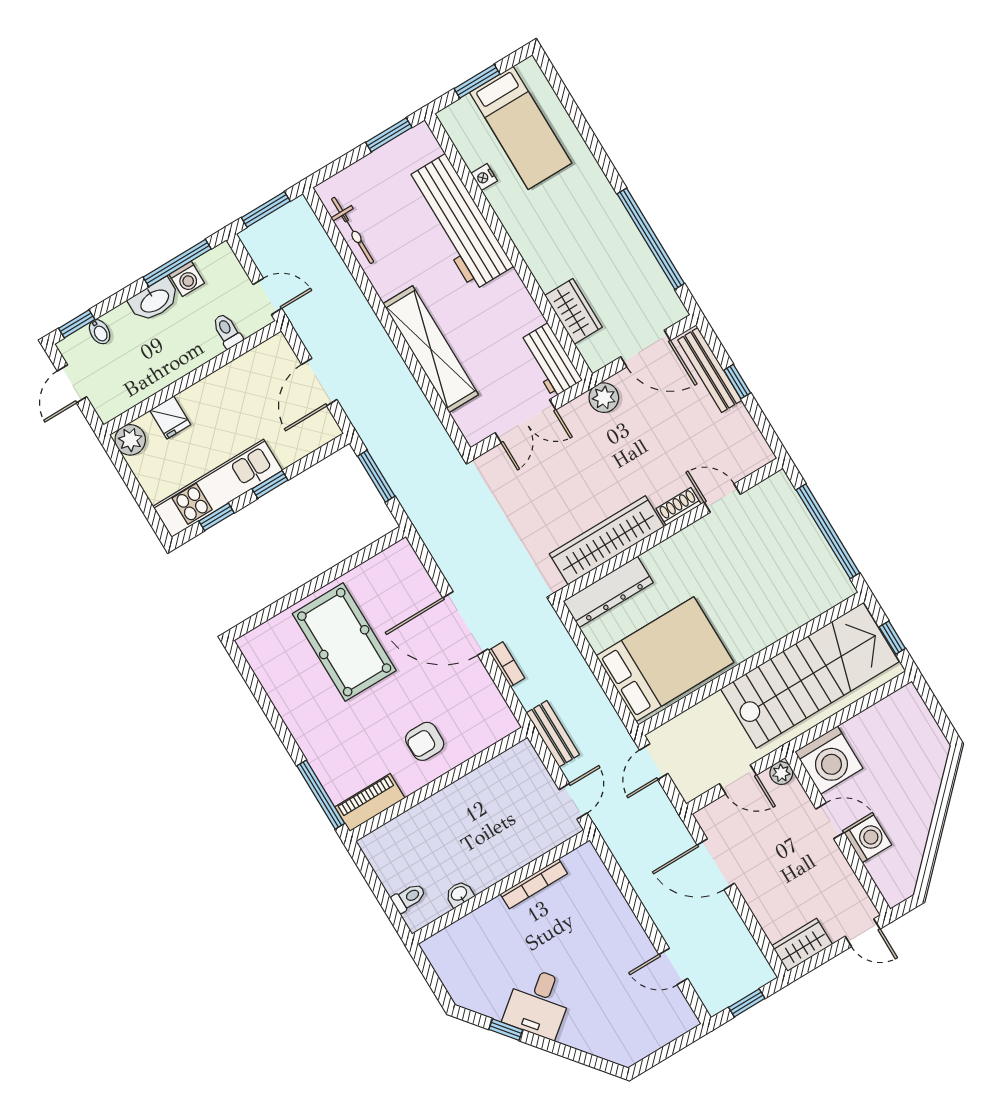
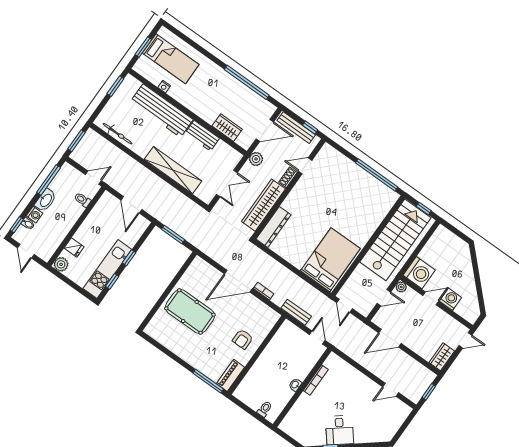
washing machine: (187, 279) -> (35, 215), moved
workbench: (550, 360) -> (202, 136), moved
door: (722, 498) -> (305, 166), moved
shoe rack: (679, 506) -> (288, 177), moved
wall: (670, 530) -> (289, 189), moved
wardrobe: (607, 540) -> (263, 205), moved
dresser: (608, 592) -> (274, 227), moved
washbasin: (459, 894) -> (295, 385), moved

